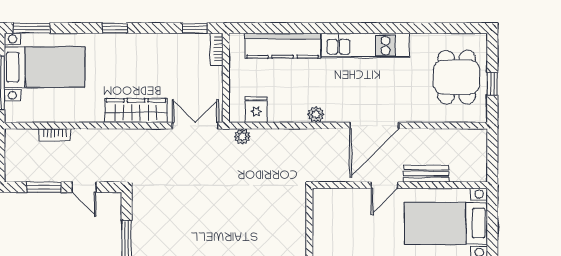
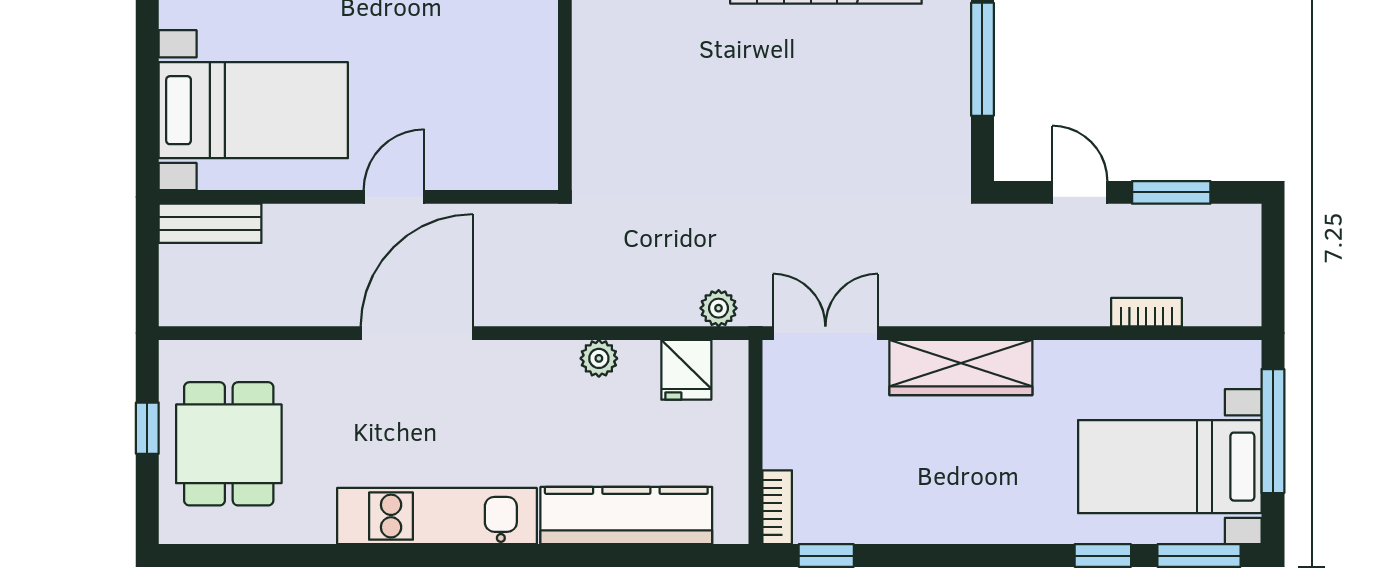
window: (115, 28) -> (1103, 556), moved
plant: (316, 115) -> (599, 358), moved
double door: (195, 126) -> (825, 333), swing flipped
bench: (426, 174) -> (210, 223), moved

